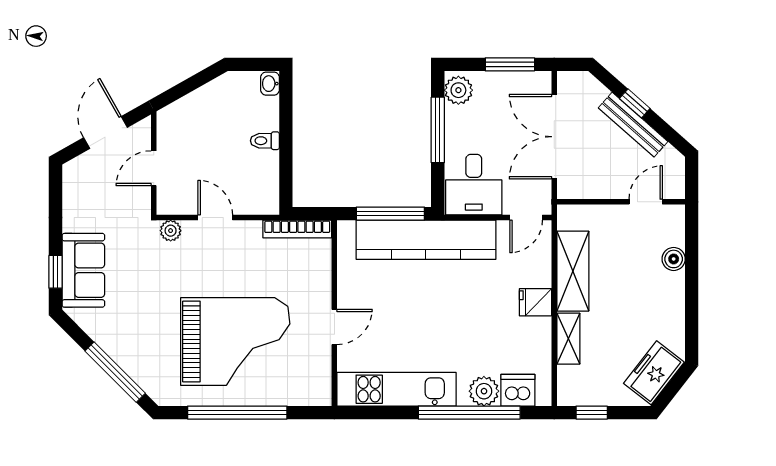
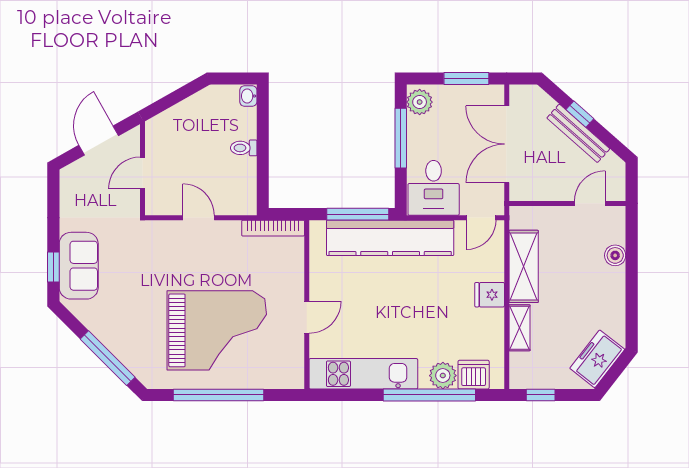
plant: (171, 231) -> (158, 230), removed

